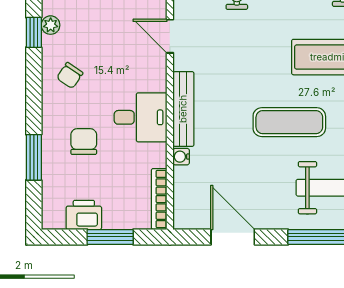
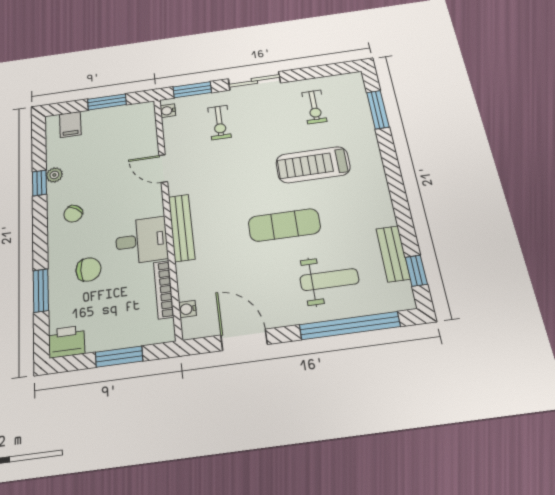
chair: (84, 142) -> (88, 269), turned 90
water cooler: (181, 157) -> (187, 309), moved
bookcase: (159, 199) -> (164, 289), moved
printer: (84, 215) -> (67, 342), moved

